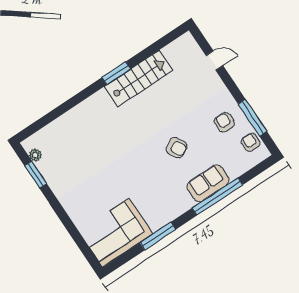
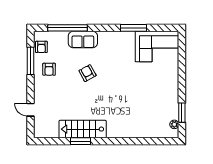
window: (116, 73) -> (80, 141), moved
window: (217, 196) -> (68, 28), moved

